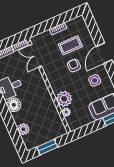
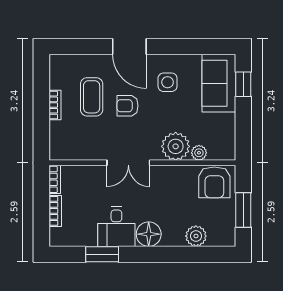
double door: (35, 56) -> (128, 163), moved
armchair: (55, 126) -> (214, 182), added

